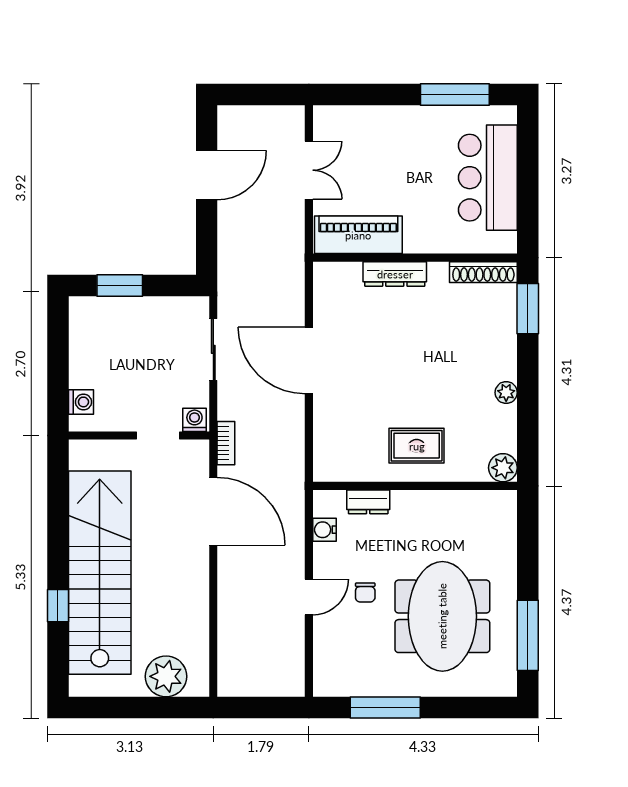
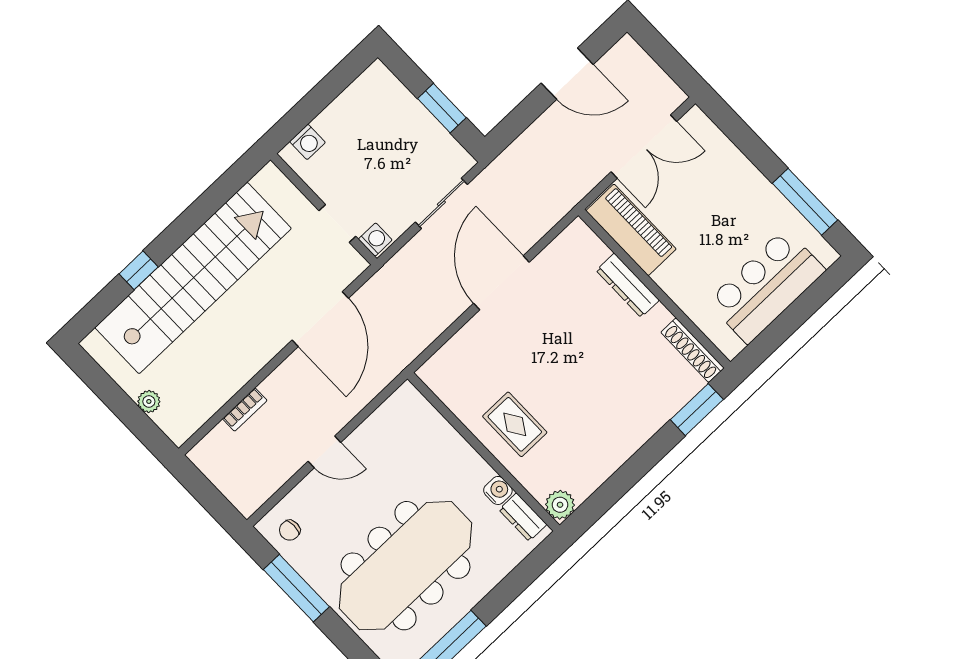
double door: (309, 170) -> (644, 147), width x1.37
window: (120, 286) -> (442, 108), moved
plant: (506, 393) -> (619, 453), removed
bookcase: (226, 443) -> (245, 409), moved
dresser: (368, 502) -> (523, 517), moved
water cooler: (324, 530) -> (498, 490), moved, turned 90
chair: (365, 592) -> (290, 530), moved
meeting table: (442, 616) -> (405, 566), width x1.36
plant: (166, 676) -> (149, 401), width x0.53, depth x0.53

